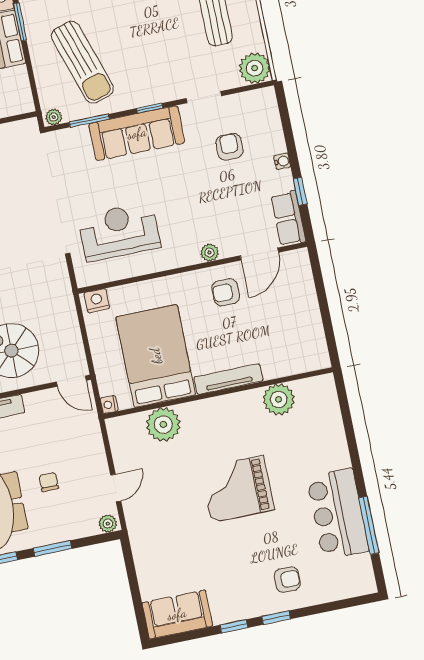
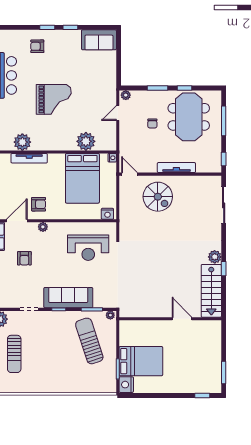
armchair: (229, 147) -> (24, 258), moved
tv unit: (228, 379) -> (29, 158), moved

